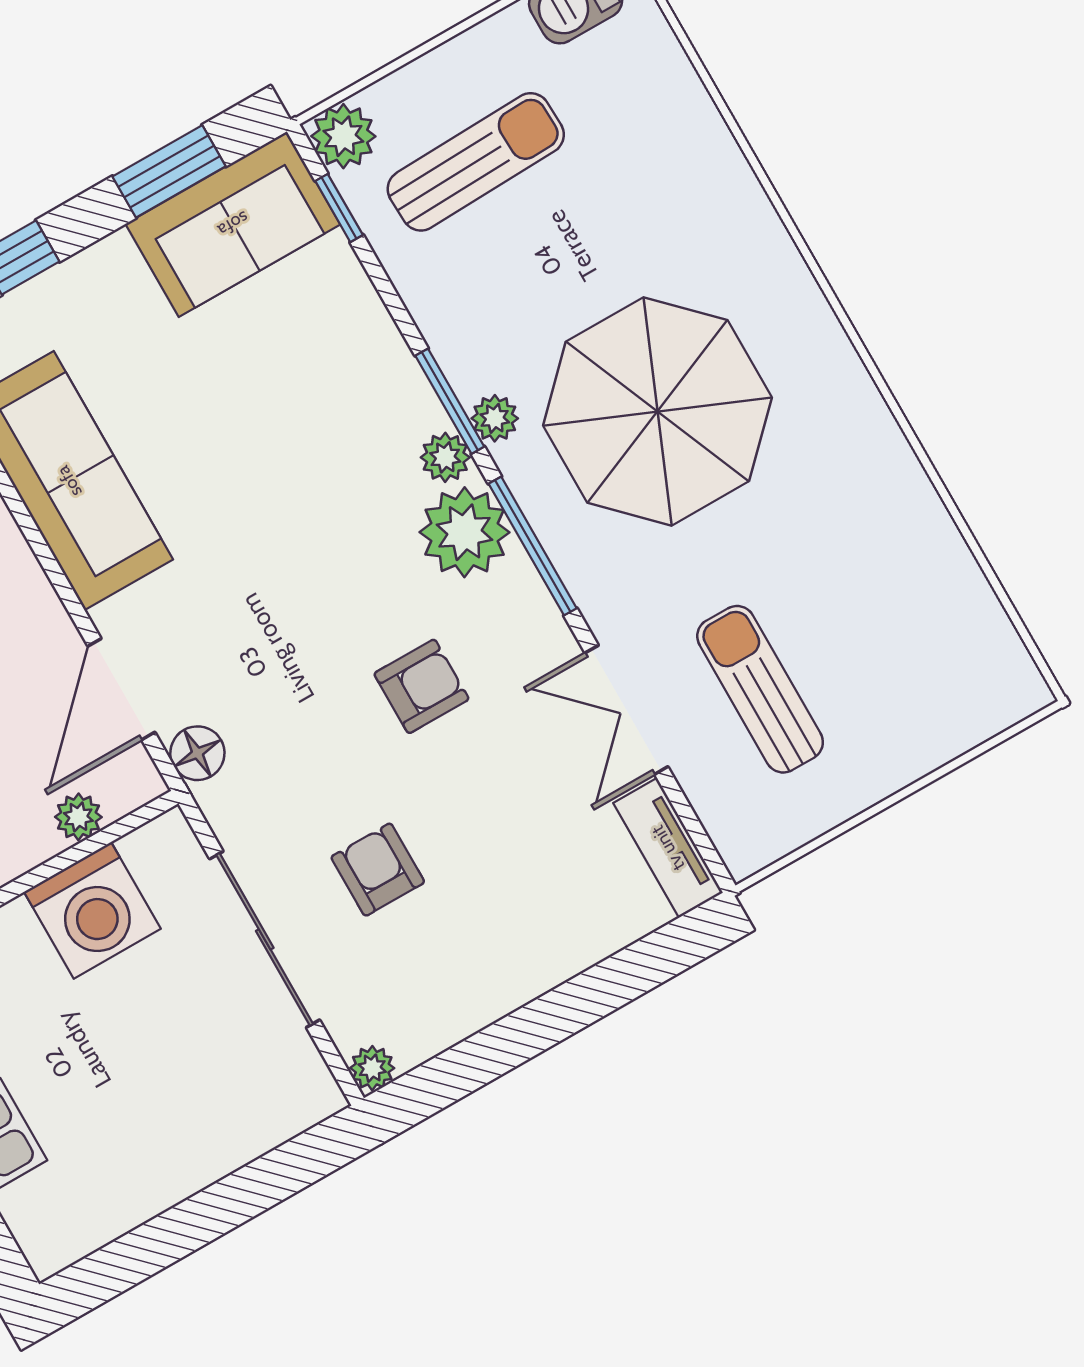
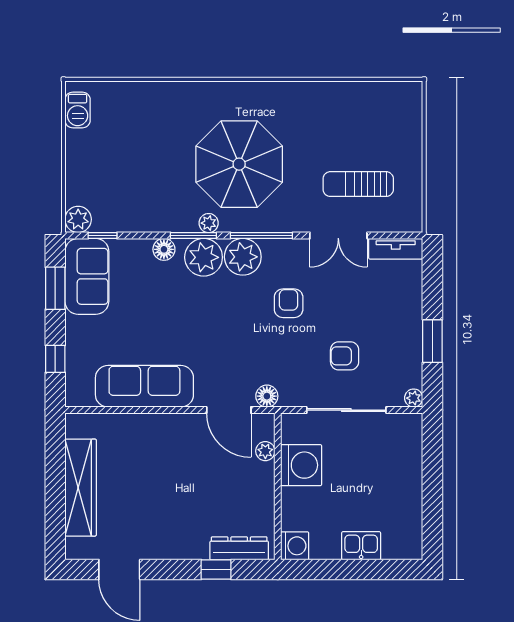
sun lounger: (476, 162) -> (114, 178), removed
floor lamp: (384, 355) -> (164, 249), added
plant: (445, 457) -> (204, 257), width x1.87, depth x1.87
window: (516, 1039) -> (432, 341), added

